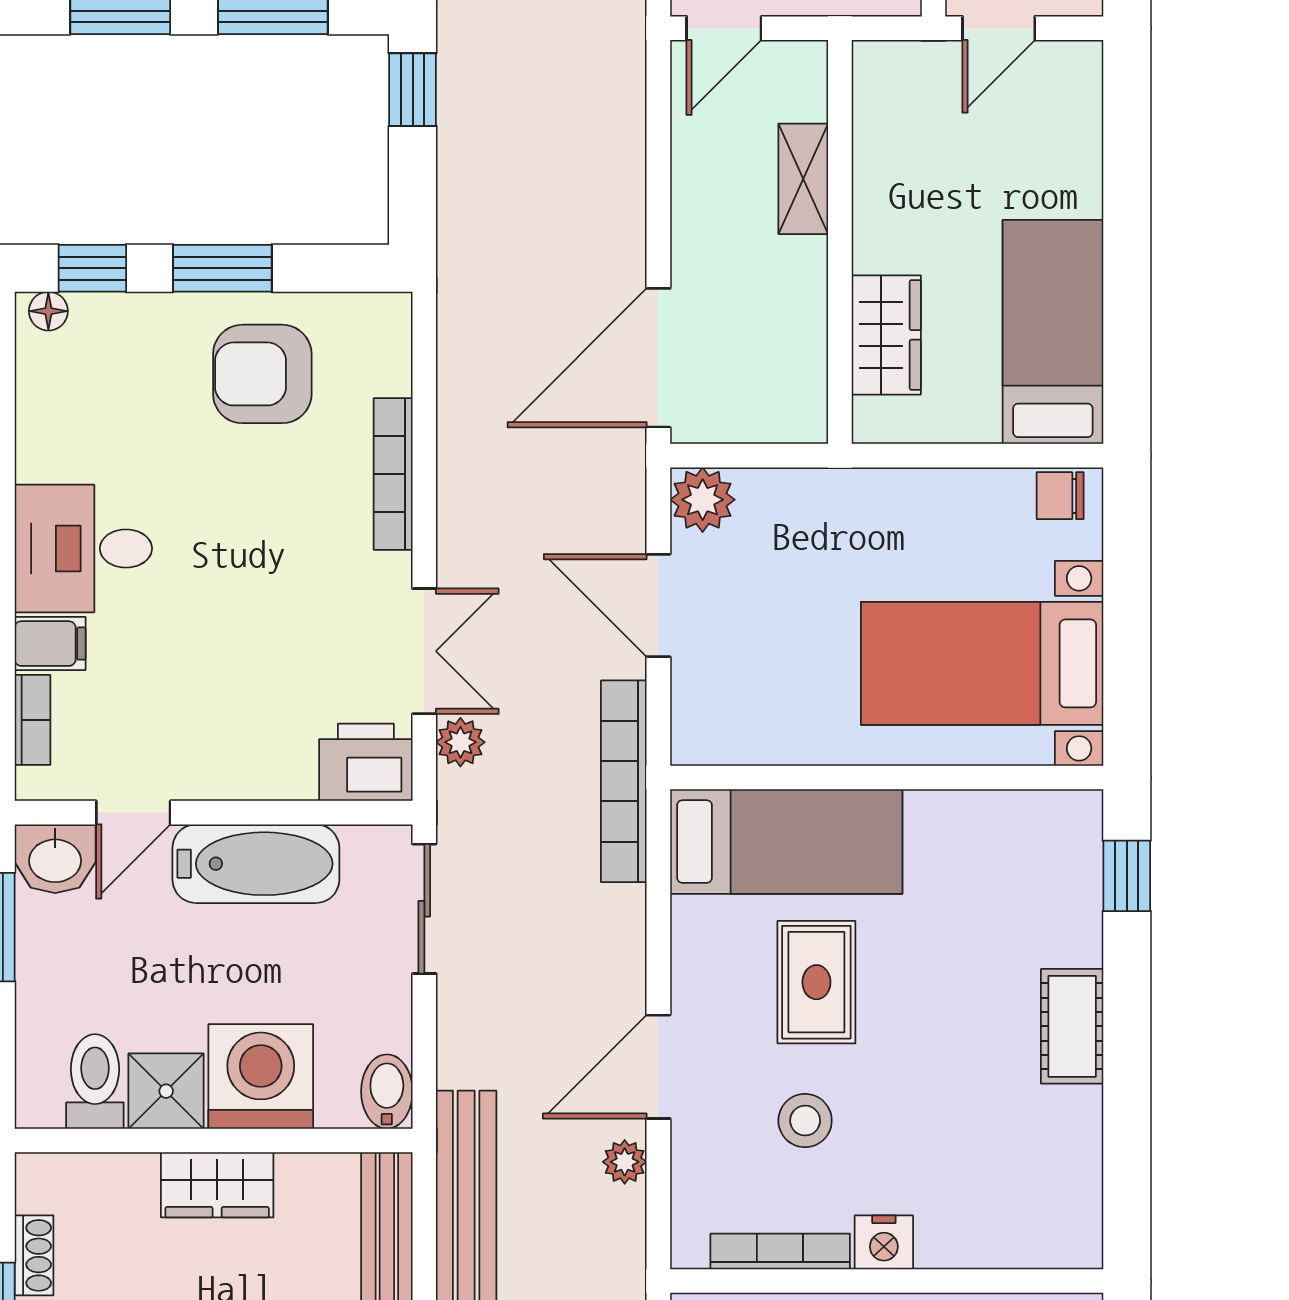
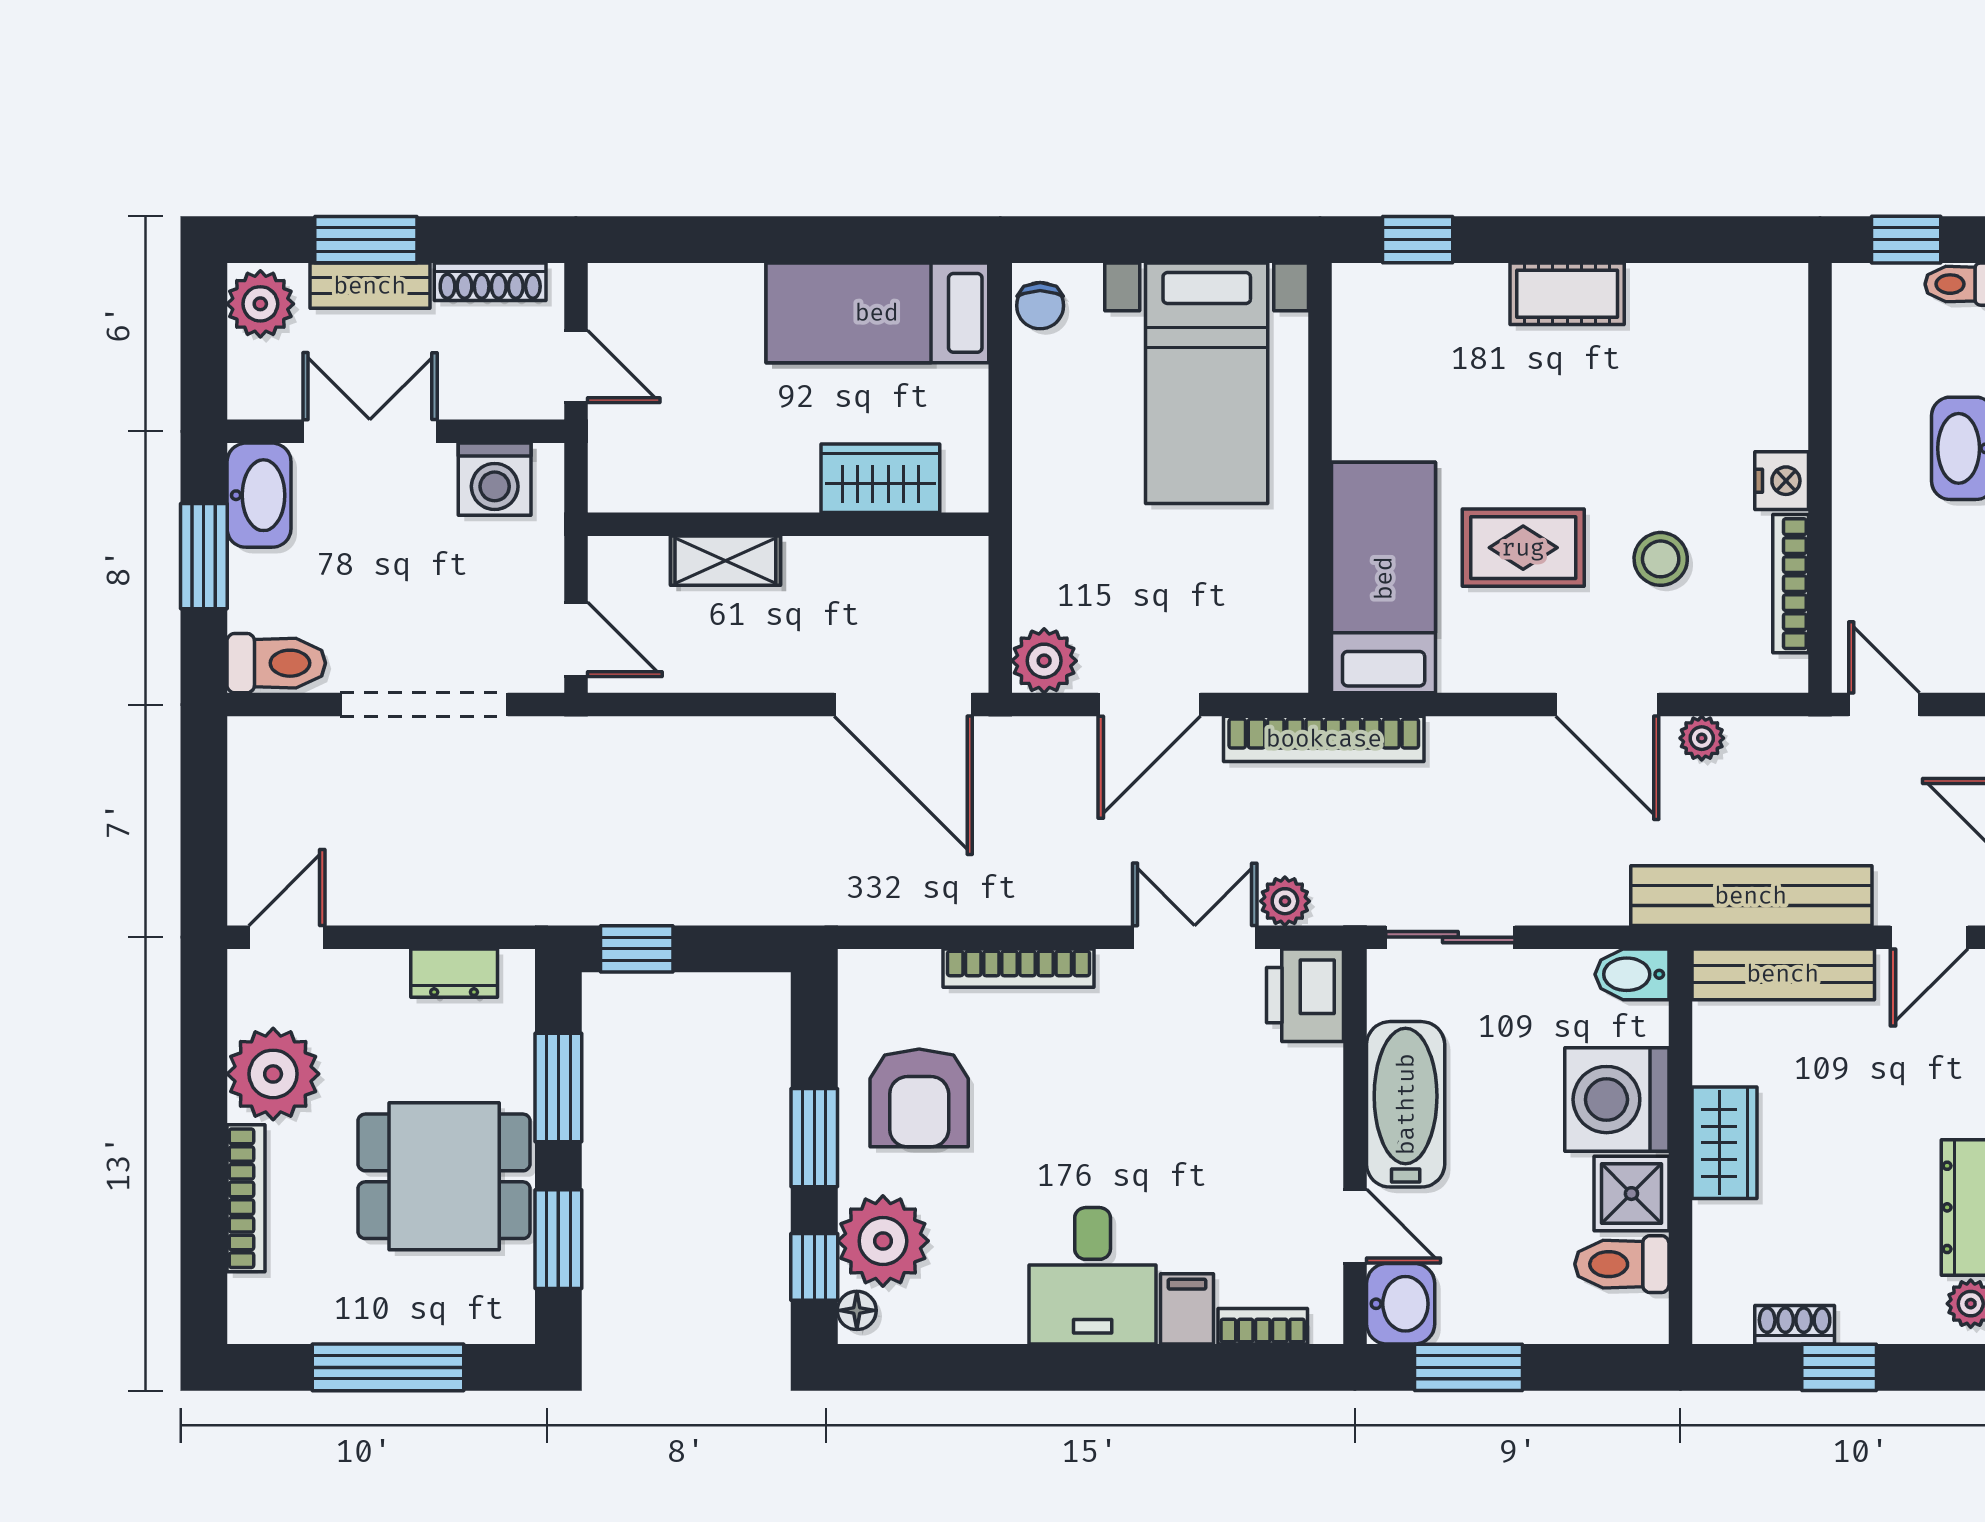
plant: (118, 337) -> (883, 1241), added

